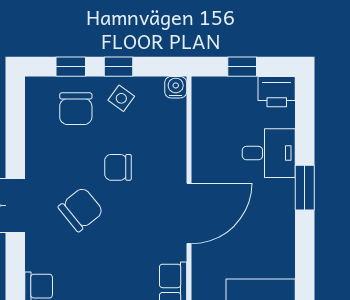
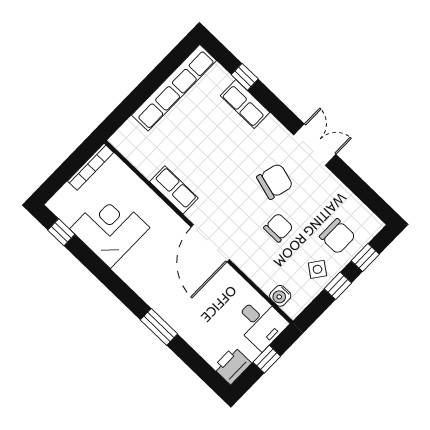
water cooler: (176, 87) -> (280, 296), moved, turned 90
chair: (76, 109) -> (337, 236), turned 180
desk: (269, 153) -> (260, 323), moved, turned -90
chair: (81, 209) -> (275, 181), turned -126

